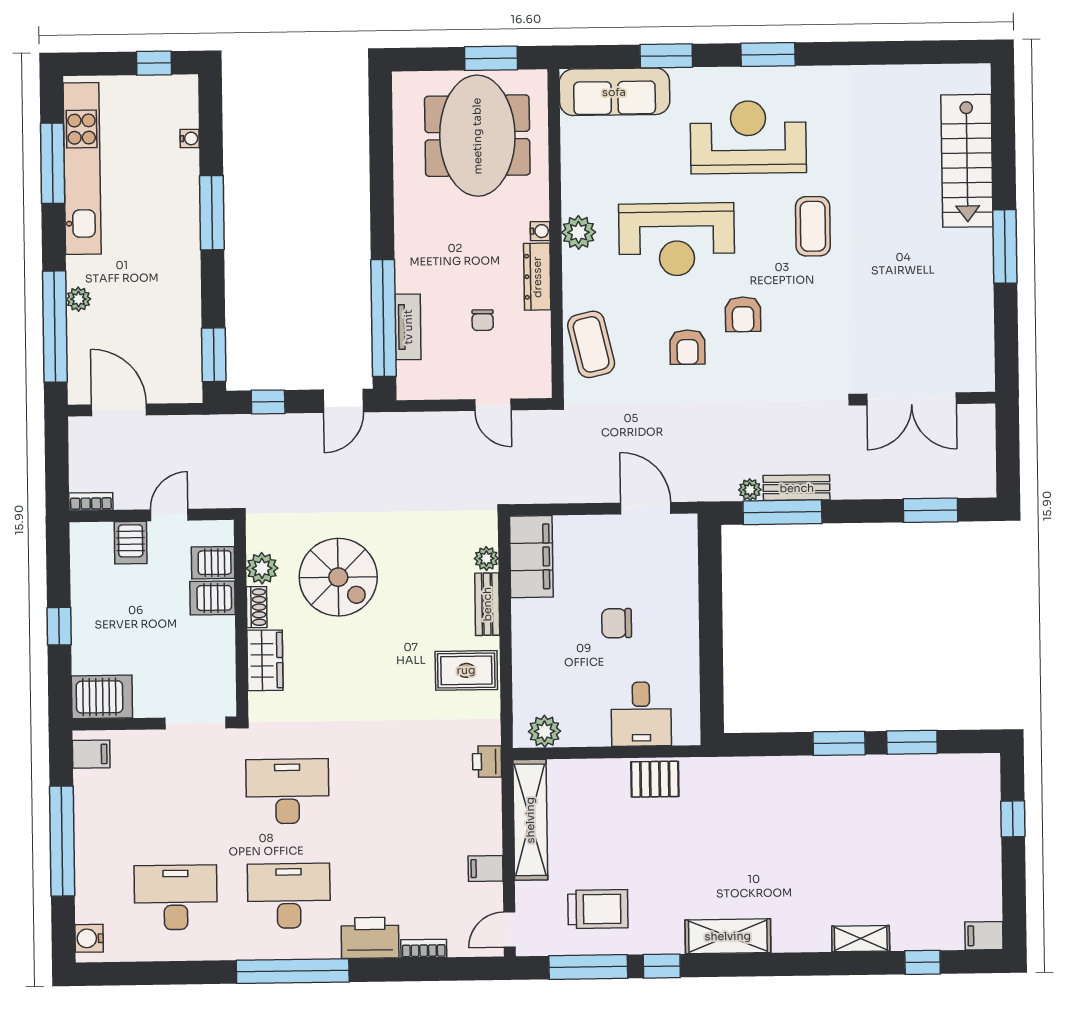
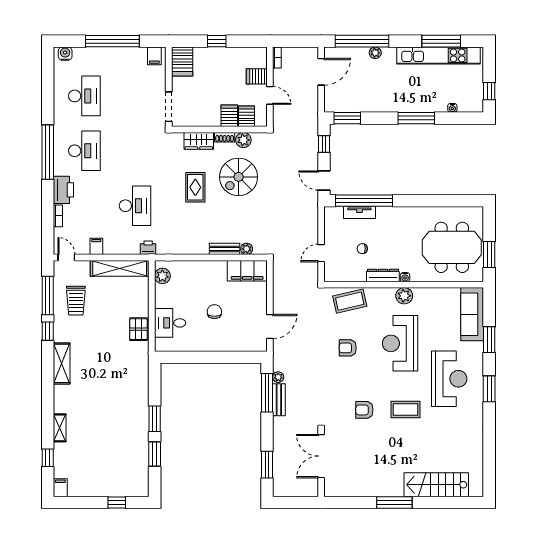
armchair: (743, 314) -> (364, 410), moved
rug: (466, 670) -> (195, 187), moved
desk: (287, 791) -> (135, 206), moved

